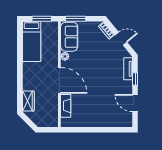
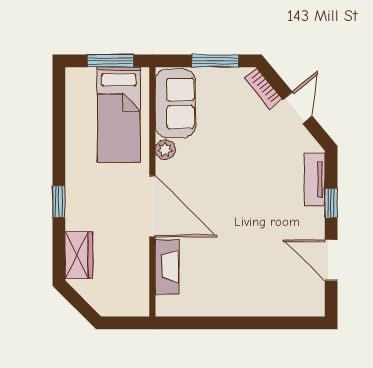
window: (76, 19) -> (215, 61), moved
door: (121, 39) -> (298, 108), hinge flipped
bed: (32, 41) -> (119, 114), moved
window: (20, 78) -> (59, 202), added

